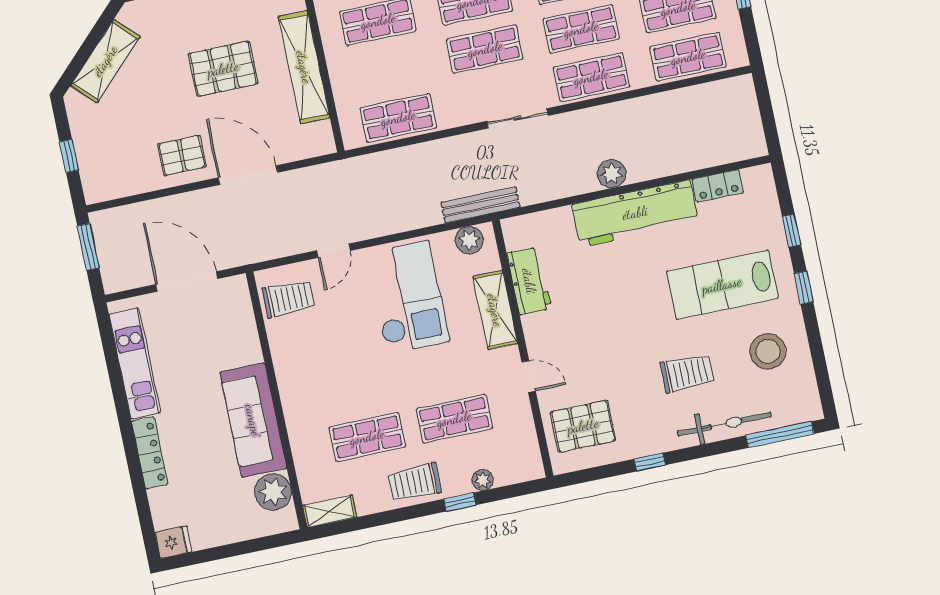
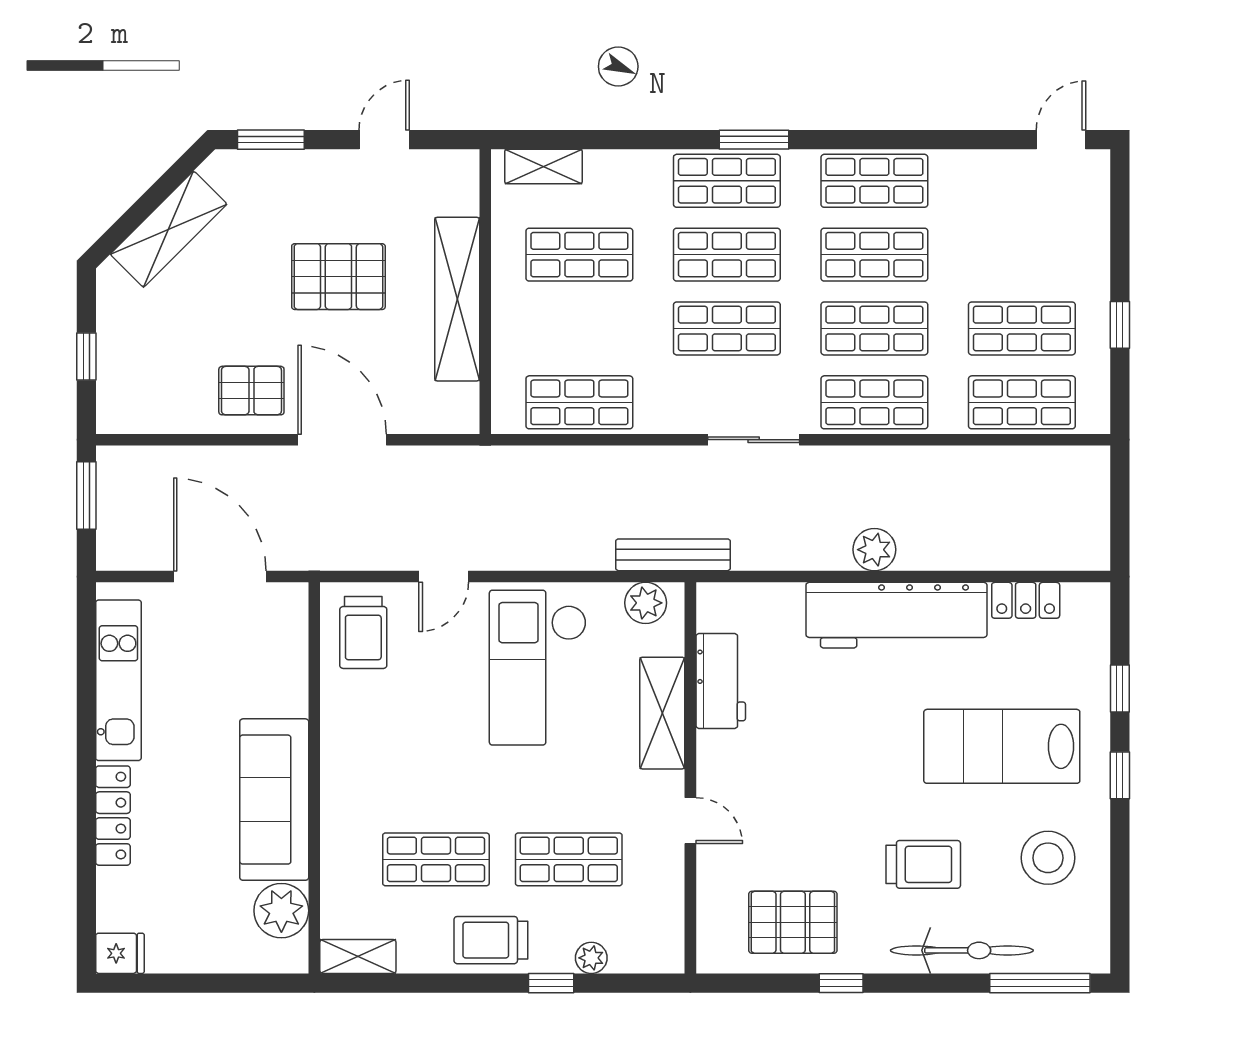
checkout: (408, 297) -> (538, 668), turned 180
trolley: (288, 298) -> (363, 632), turned 90
pallet: (583, 426) -> (793, 922), moved

